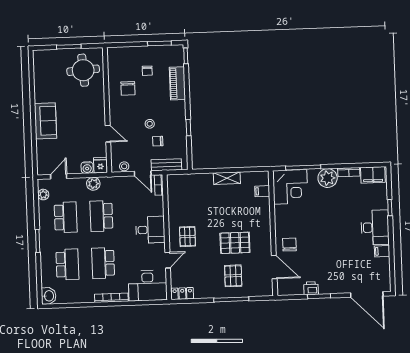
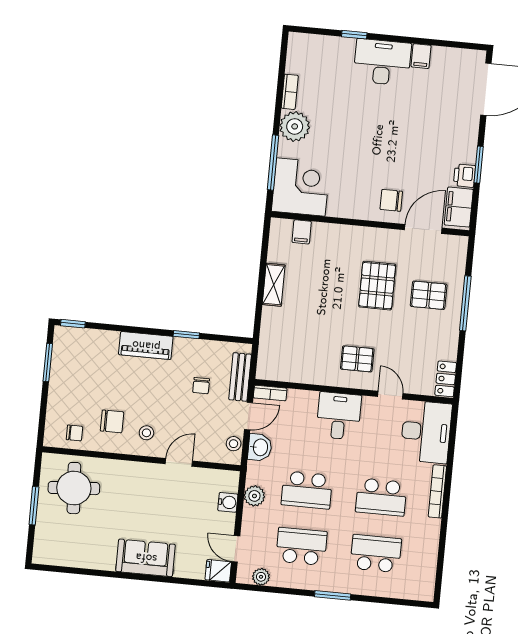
chair: (147, 71) -> (74, 433), moved
piano: (177, 83) -> (146, 346), moved
stool: (150, 124) -> (146, 433), moved
fridge: (100, 165) -> (218, 571), moved
filing cabinet: (373, 175) -> (459, 207), moved, turned 180
washbasin: (49, 296) -> (260, 447), moved, turned 90

